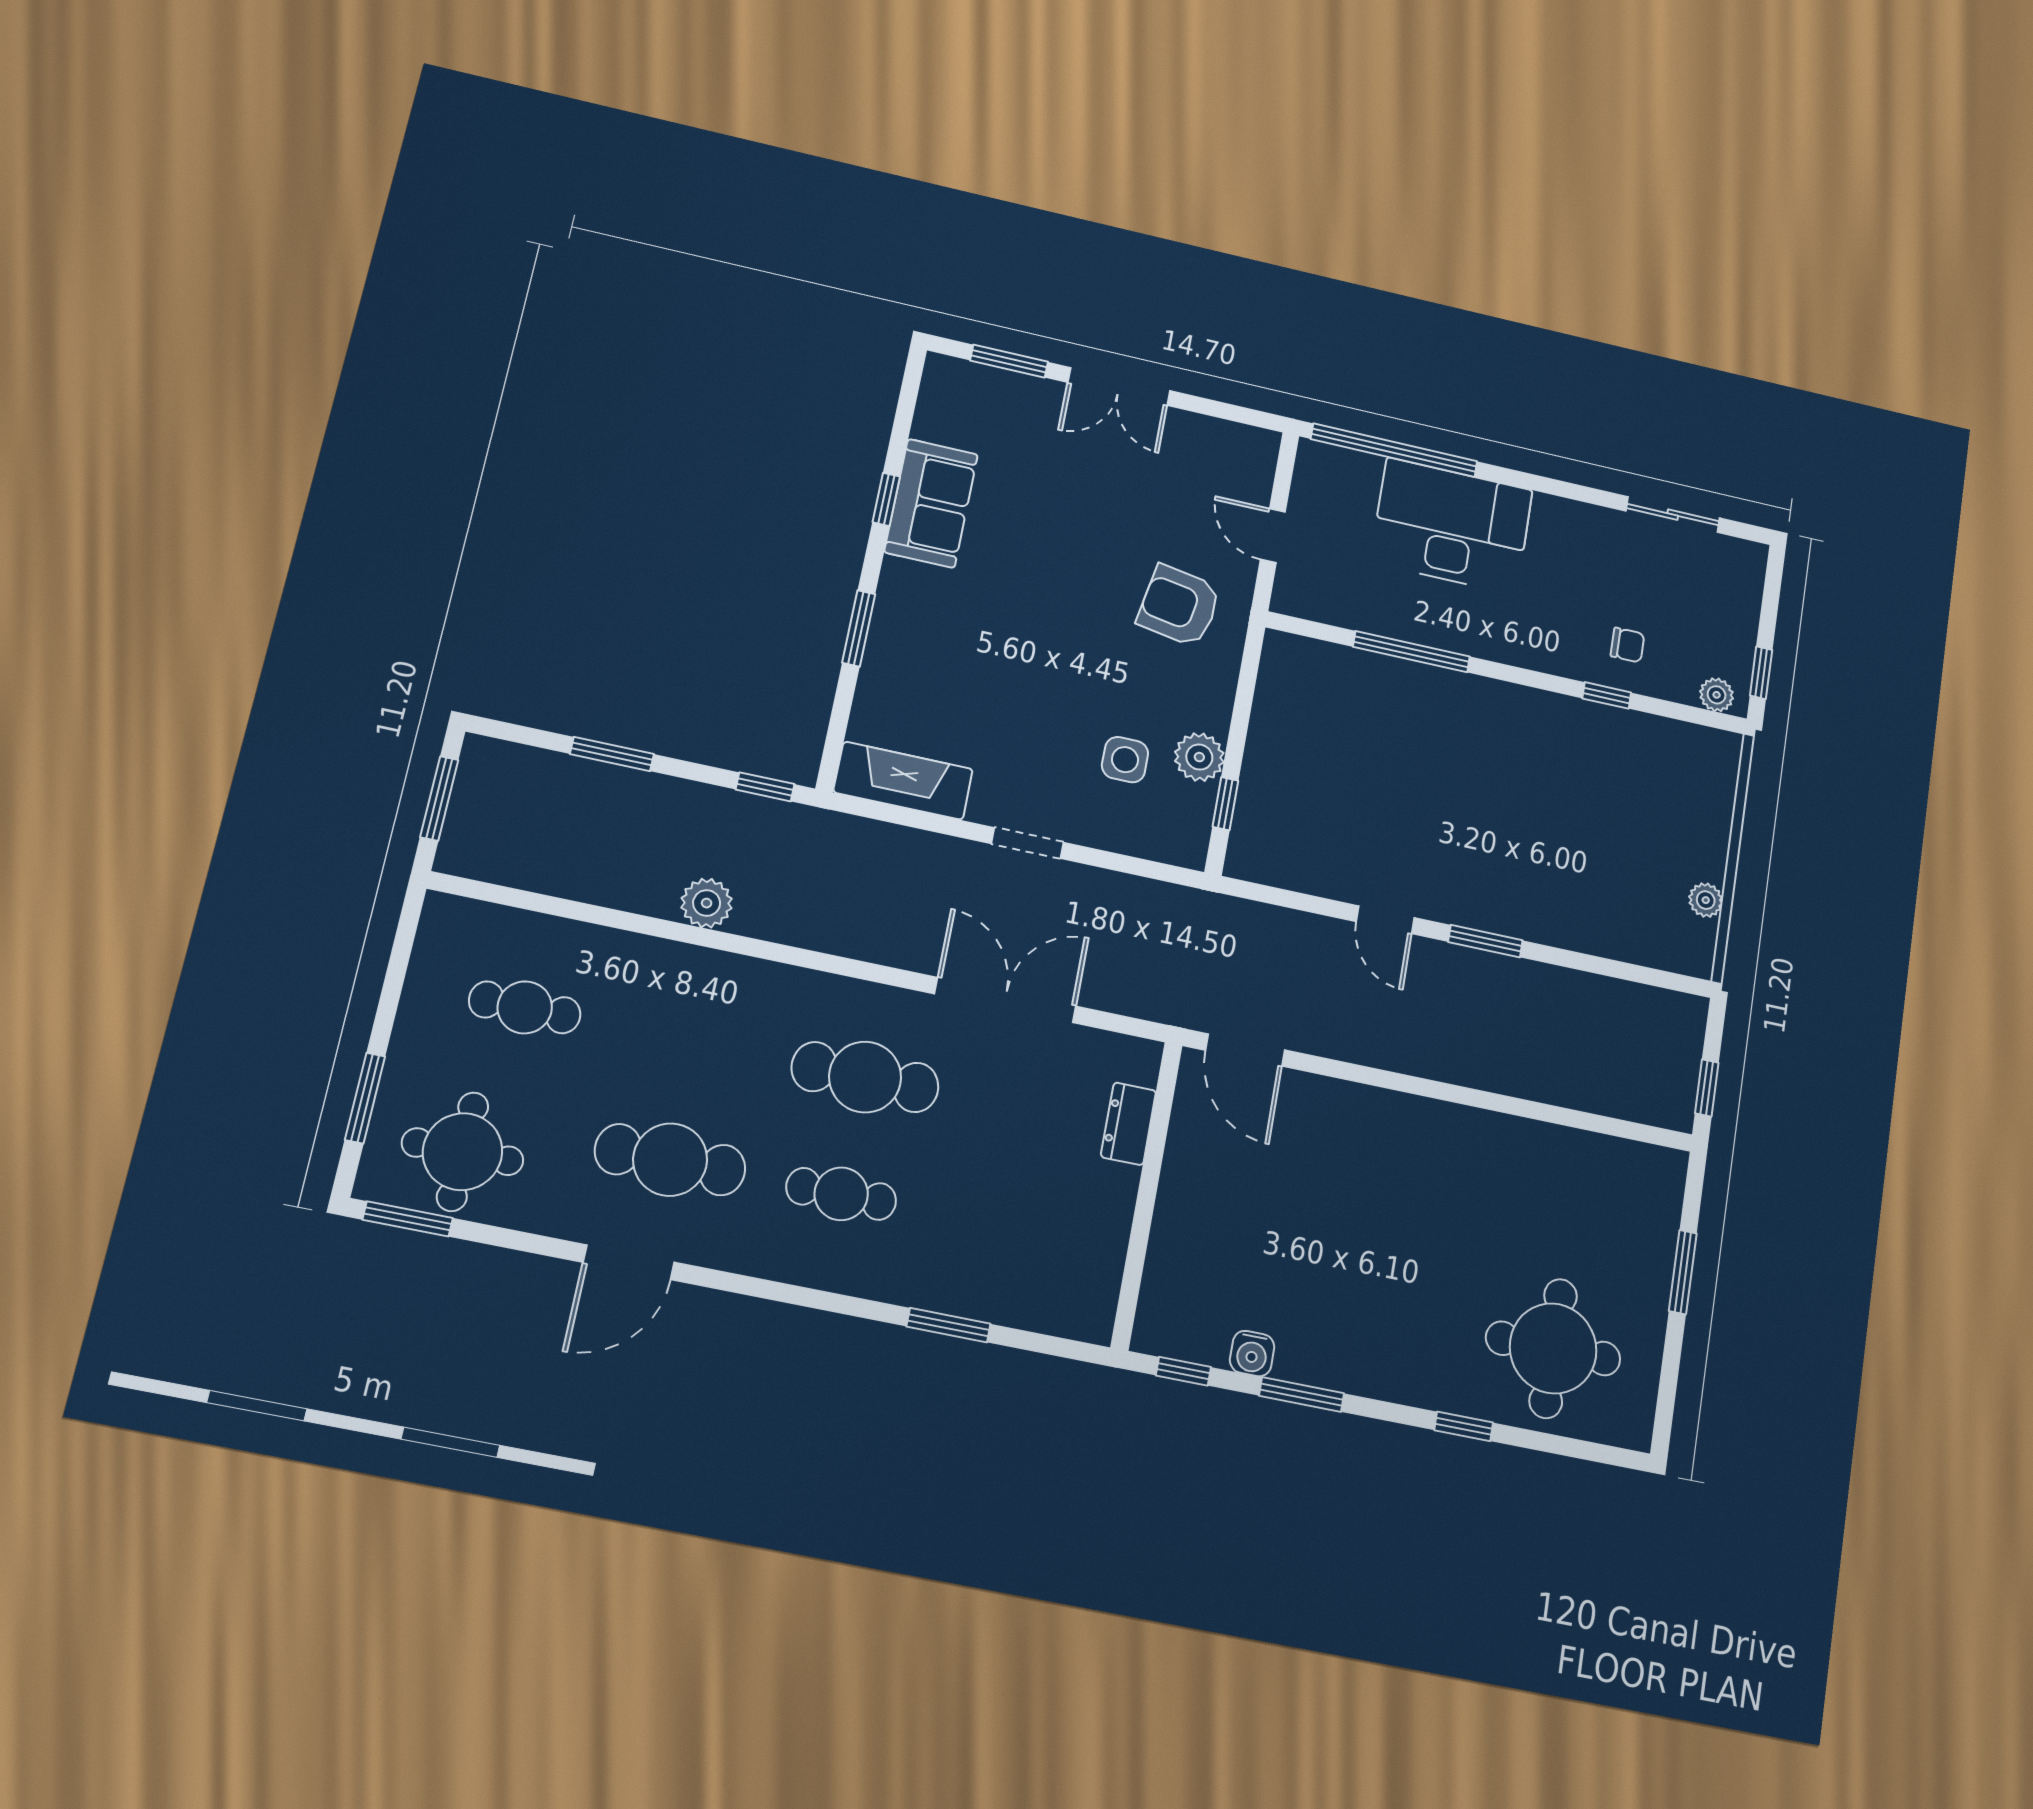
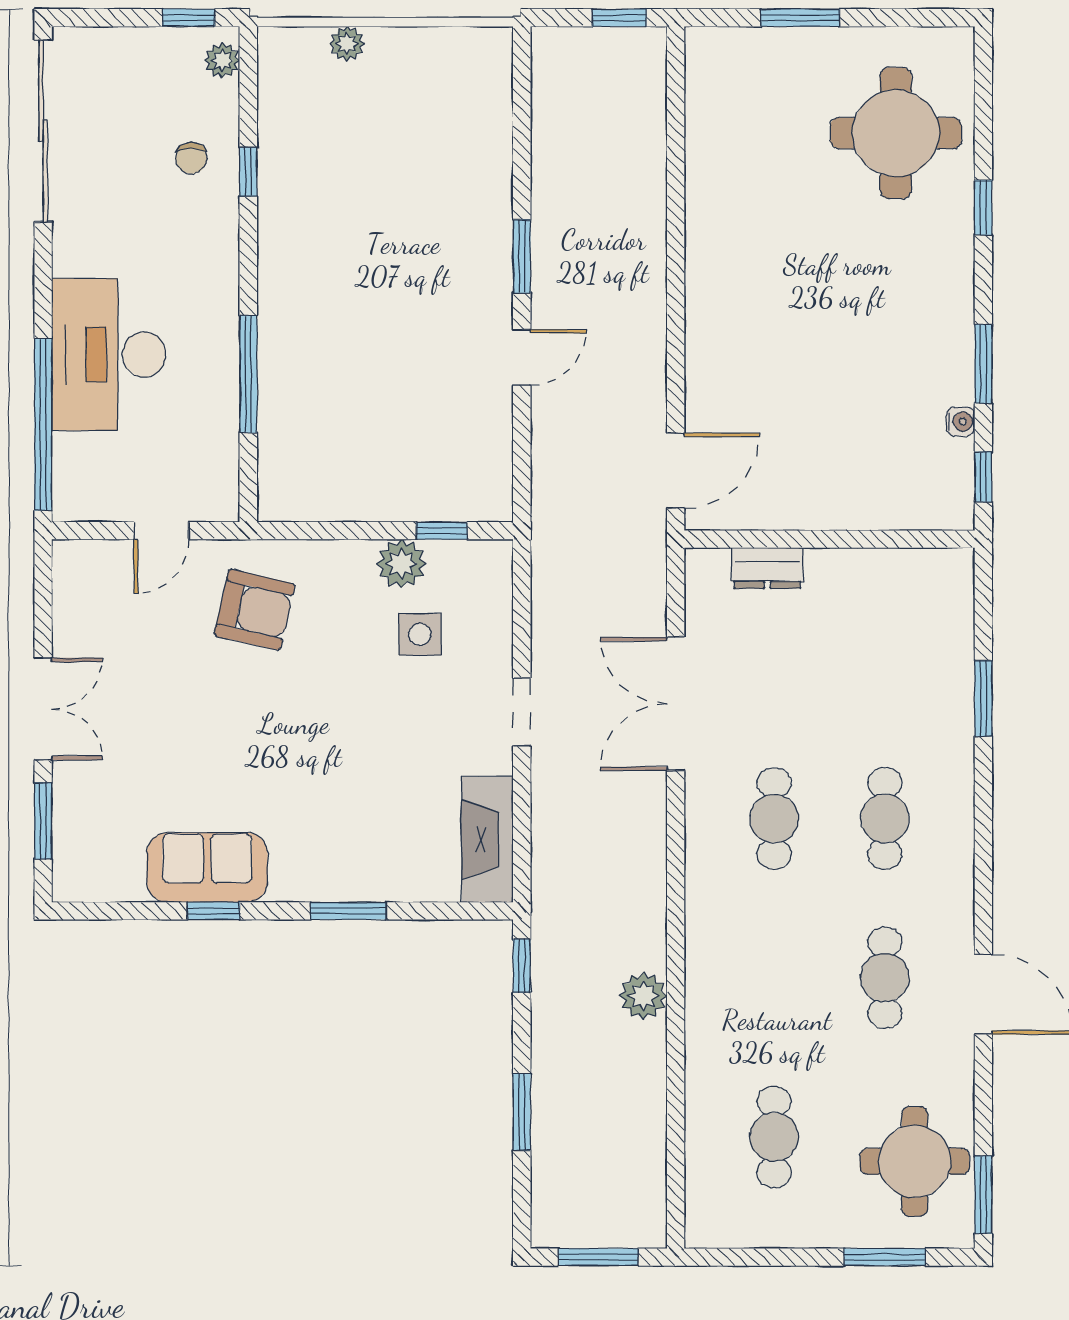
sliding door: (1673, 515) -> (43, 131), width x1.86
armchair: (1179, 606) -> (255, 610), turned -87
chair: (1628, 645) -> (191, 158), turned 180
plant: (1706, 900) -> (347, 44), moved
cafe table: (865, 1077) -> (774, 819), width x0.73, depth x0.74
cafe table: (670, 1160) -> (885, 978), width x0.73, depth x0.74
water cooler: (1252, 1354) -> (961, 422), width x0.72, depth x0.72

